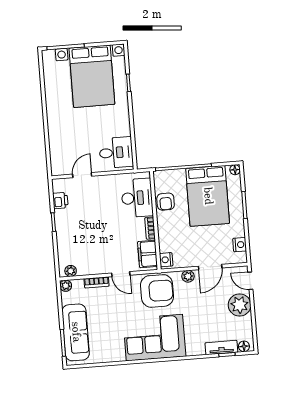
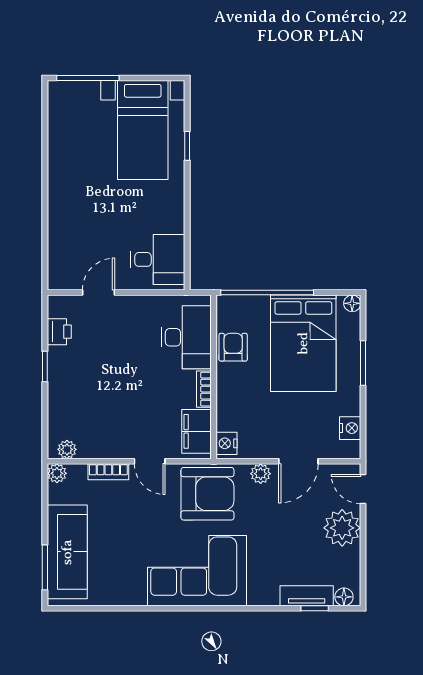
bed with nightstands: (92, 76) -> (143, 130), width x0.73
armchair: (166, 202) -> (233, 347), turned 180

